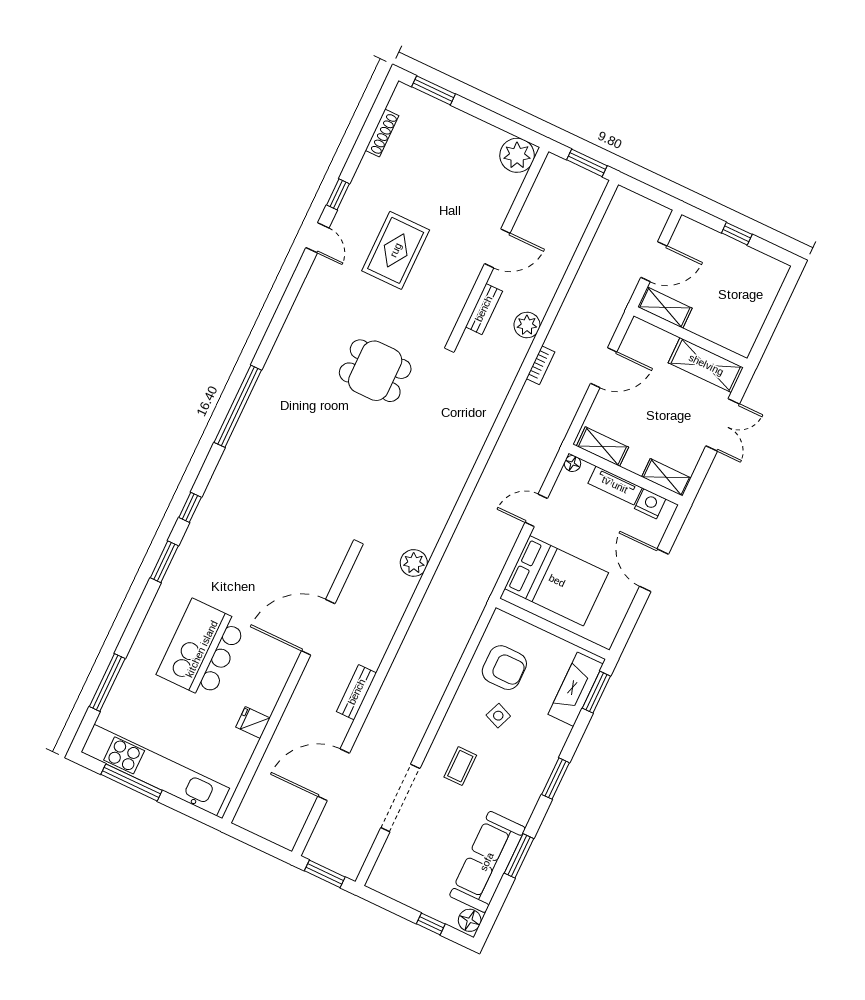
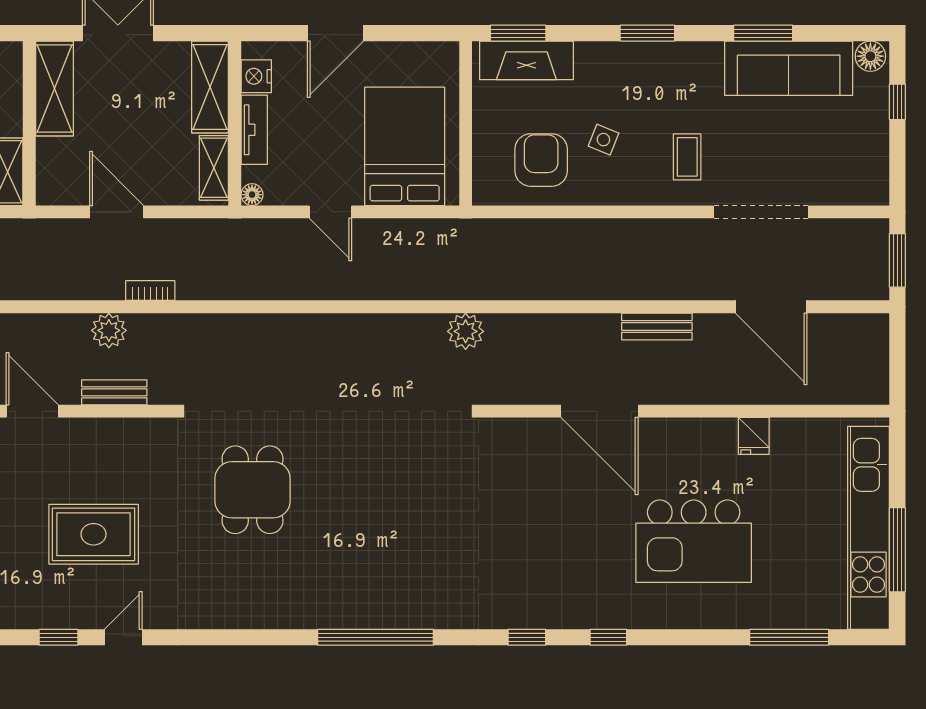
shelving: (666, 477) -> (210, 87), width x1.50, depth x1.33
window: (164, 562) -> (608, 637), width x0.67
coffee table: (460, 766) -> (687, 157), turned 90

